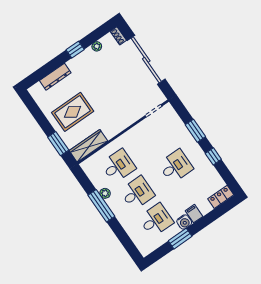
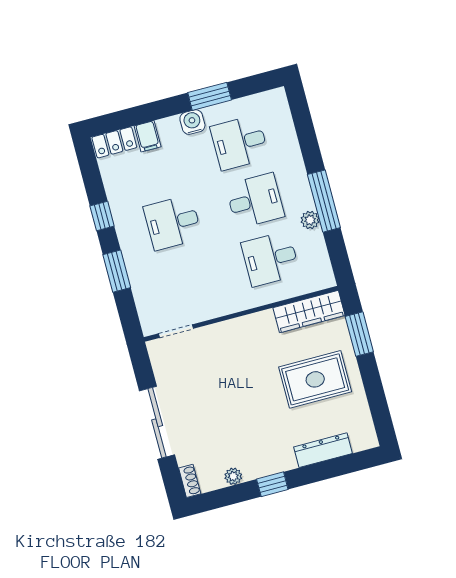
sliding door: (146, 60) -> (157, 423), width x0.73
desk: (137, 193) -> (255, 201), turned 180
filing cabinet: (194, 214) -> (148, 136), moved

